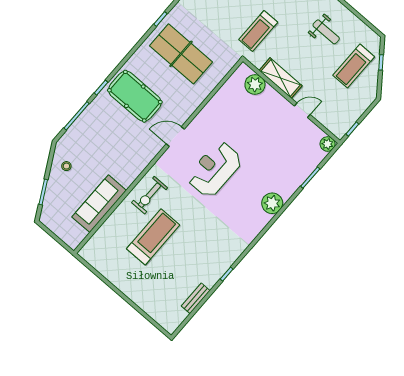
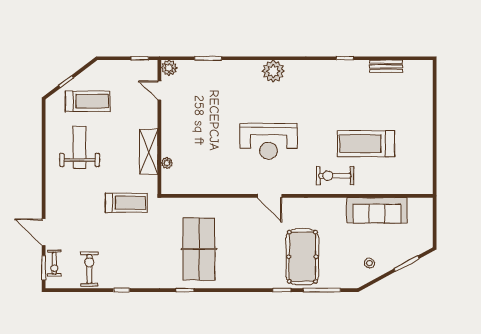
weight bench: (326, 32) -> (80, 147), width x1.36, depth x1.33
plant: (255, 84) -> (167, 163), width x0.53, depth x0.53
pool table: (135, 96) -> (302, 257), moved
door: (302, 110) -> (159, 90), moved
exercise bike: (149, 195) -> (335, 176), turned 180
plant: (272, 203) -> (273, 71), moved

